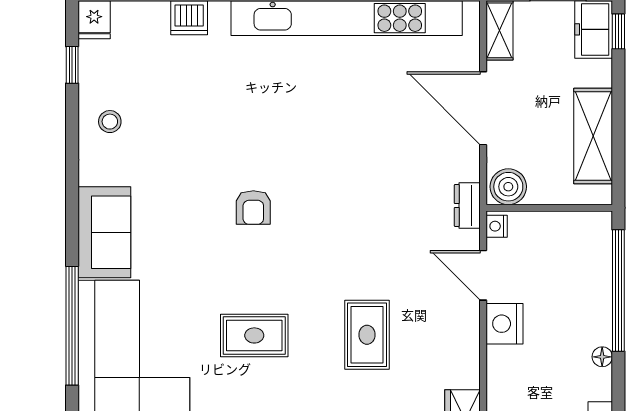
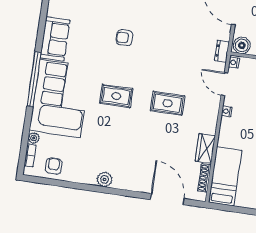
armchair: (253, 208) -> (124, 38), turned 90
nightstand: (505, 324) -> (227, 111), width x0.53, depth x0.56
rug: (367, 335) -> (168, 103), turned 90

